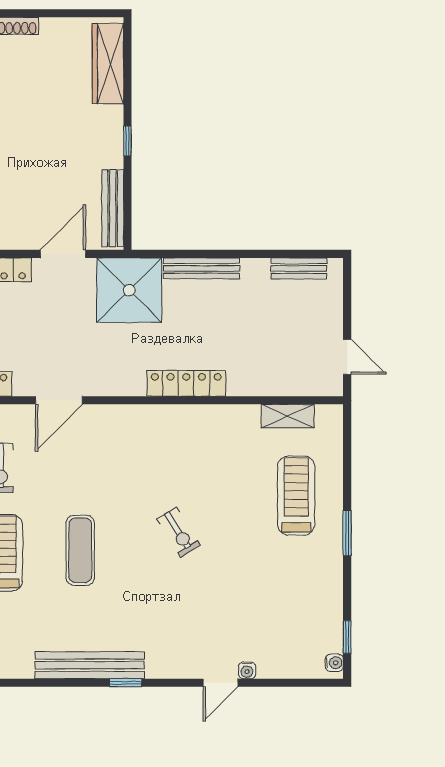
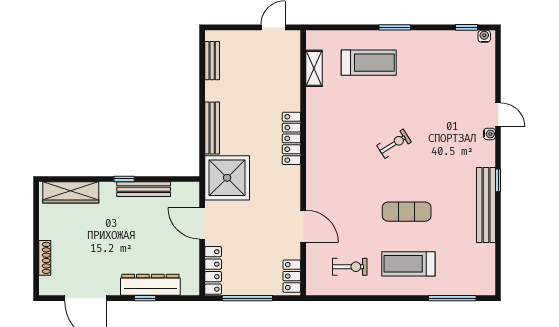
bench: (113, 208) -> (144, 189), moved
treadmill: (296, 496) -> (369, 63), turned 180
water cooler: (247, 670) -> (489, 134), moved

